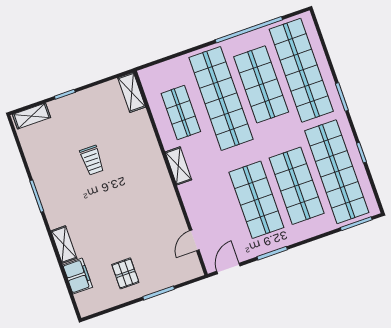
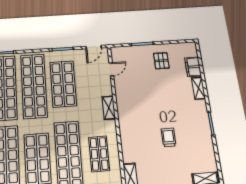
shelving: (178, 166) -> (109, 108), moved
shop shelf: (297, 186) -> (34, 86), width x1.40

